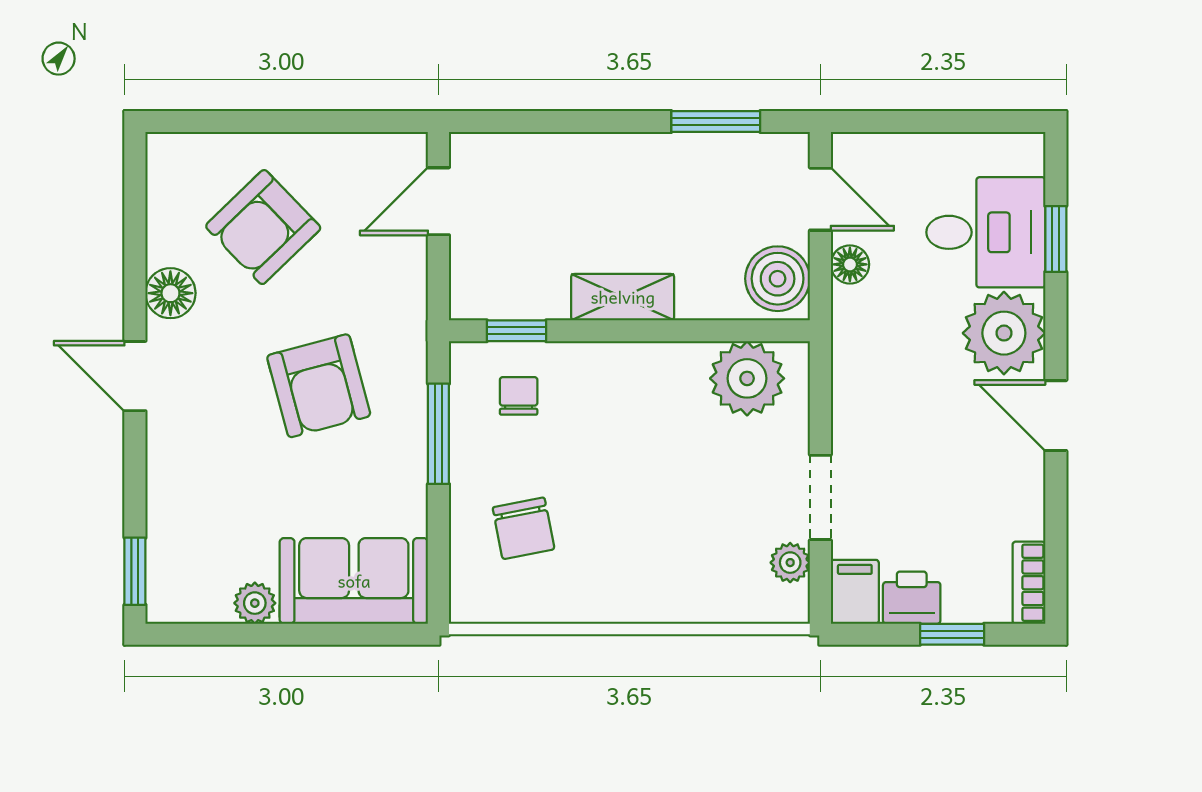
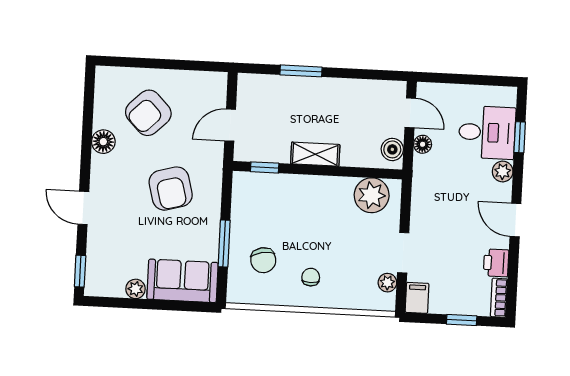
window: (716, 121) -> (301, 71), moved
door: (438, 201) -> (230, 125), moved
boiler: (778, 279) -> (392, 149), width x0.73, depth x0.73
plant: (1004, 333) -> (503, 172), width x0.53, depth x0.53
door: (135, 376) -> (83, 208), moved
chair: (519, 396) -> (311, 277), moved
window: (438, 434) -> (224, 243), moved
printer: (912, 598) -> (496, 263), moved, turned -90

